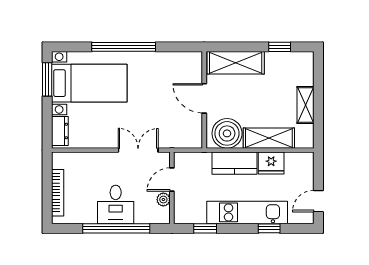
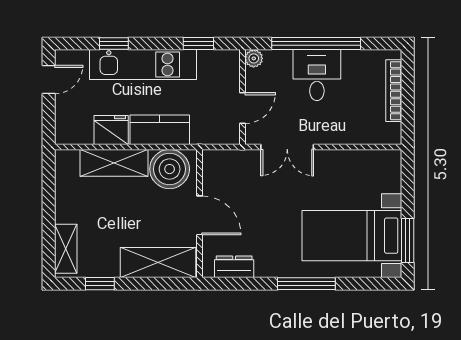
window: (124, 47) -> (306, 284), width x0.68
shelving: (305, 105) -> (66, 249), moved
dresser: (60, 131) -> (234, 267), moved, turned 90
plant: (163, 200) -> (254, 58), moved

